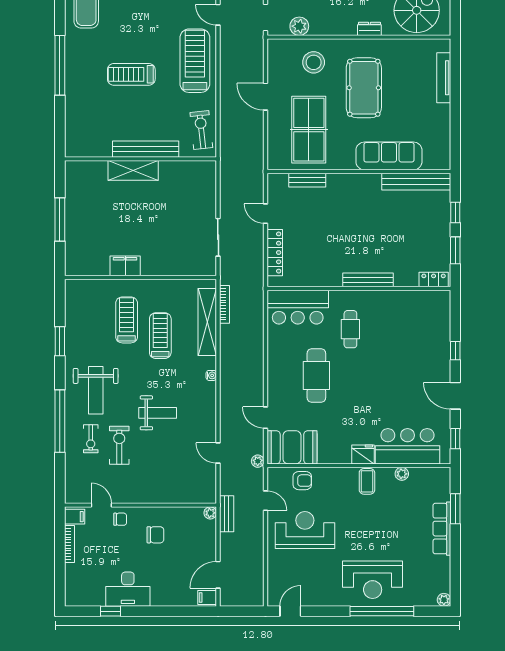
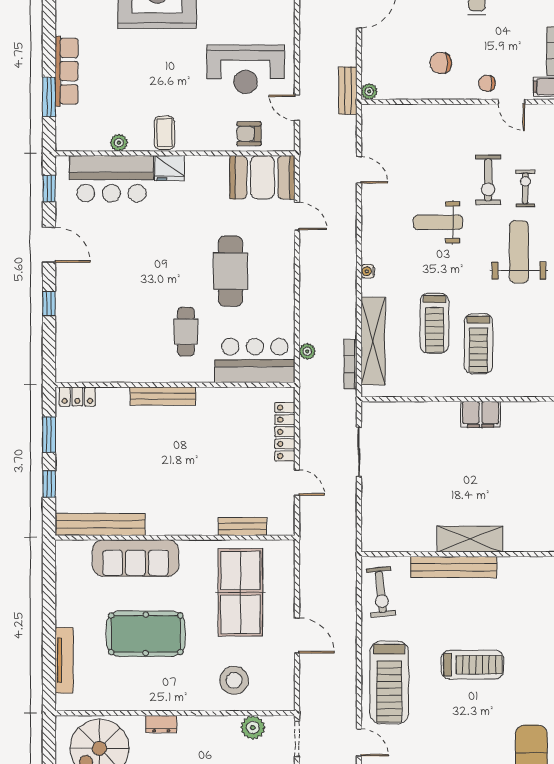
pool table: (364, 88) -> (146, 634), moved, turned 90
plant: (258, 461) -> (307, 351), moved

